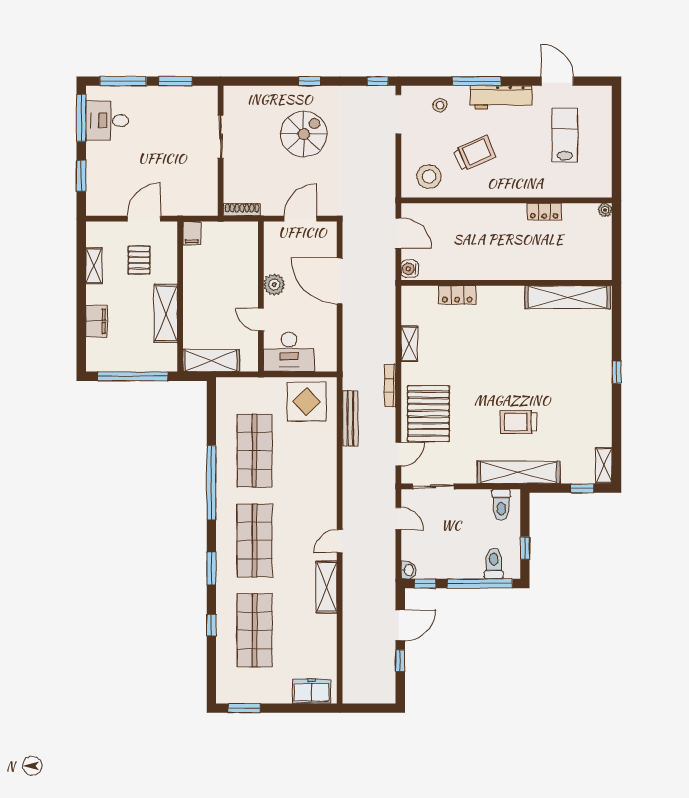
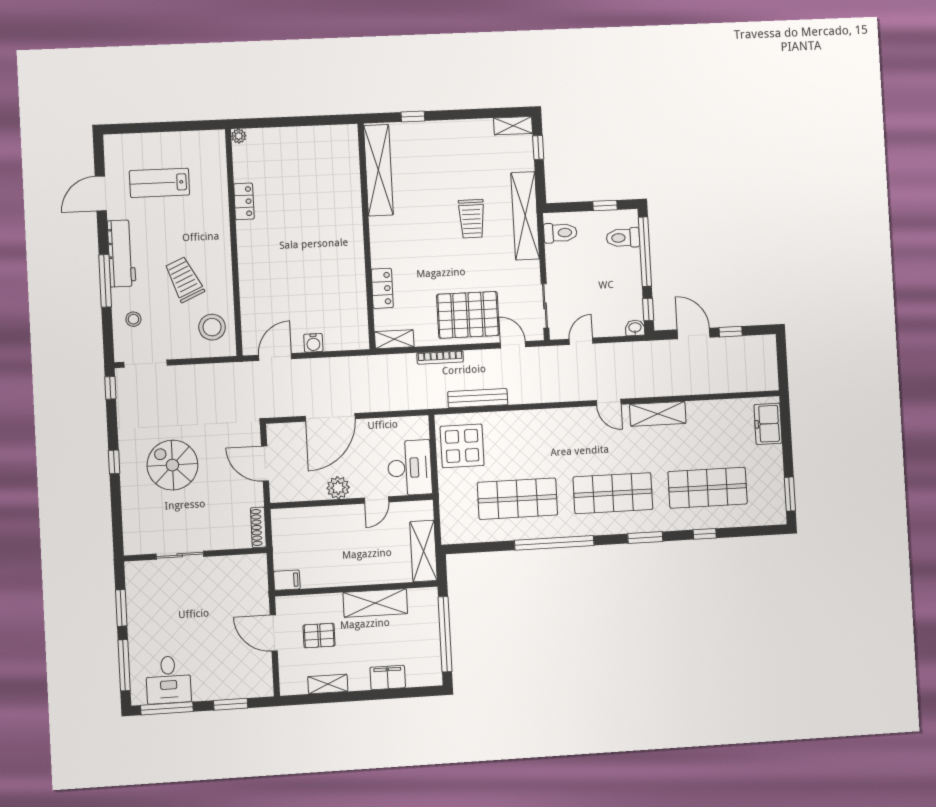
wall: (507, 283) -> (366, 236), moved
locker: (457, 295) -> (382, 288), moved
shelving: (568, 297) -> (378, 170), moved

